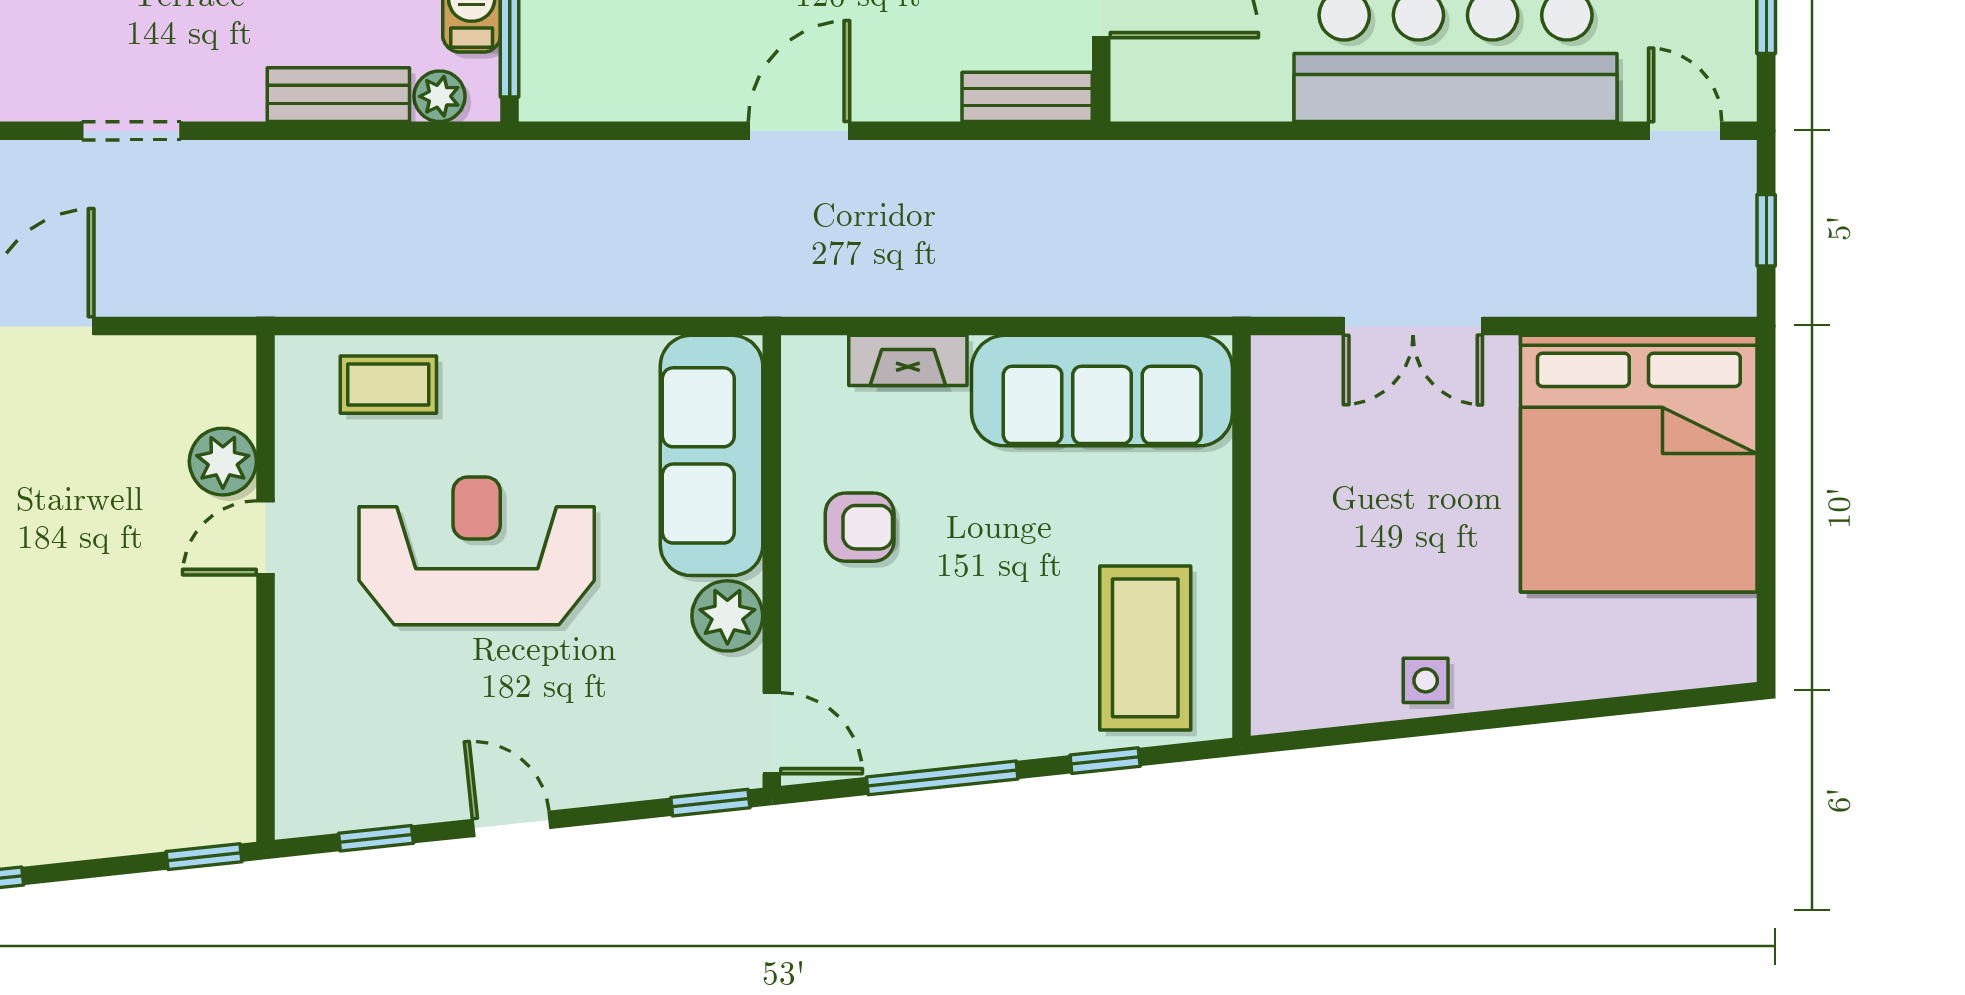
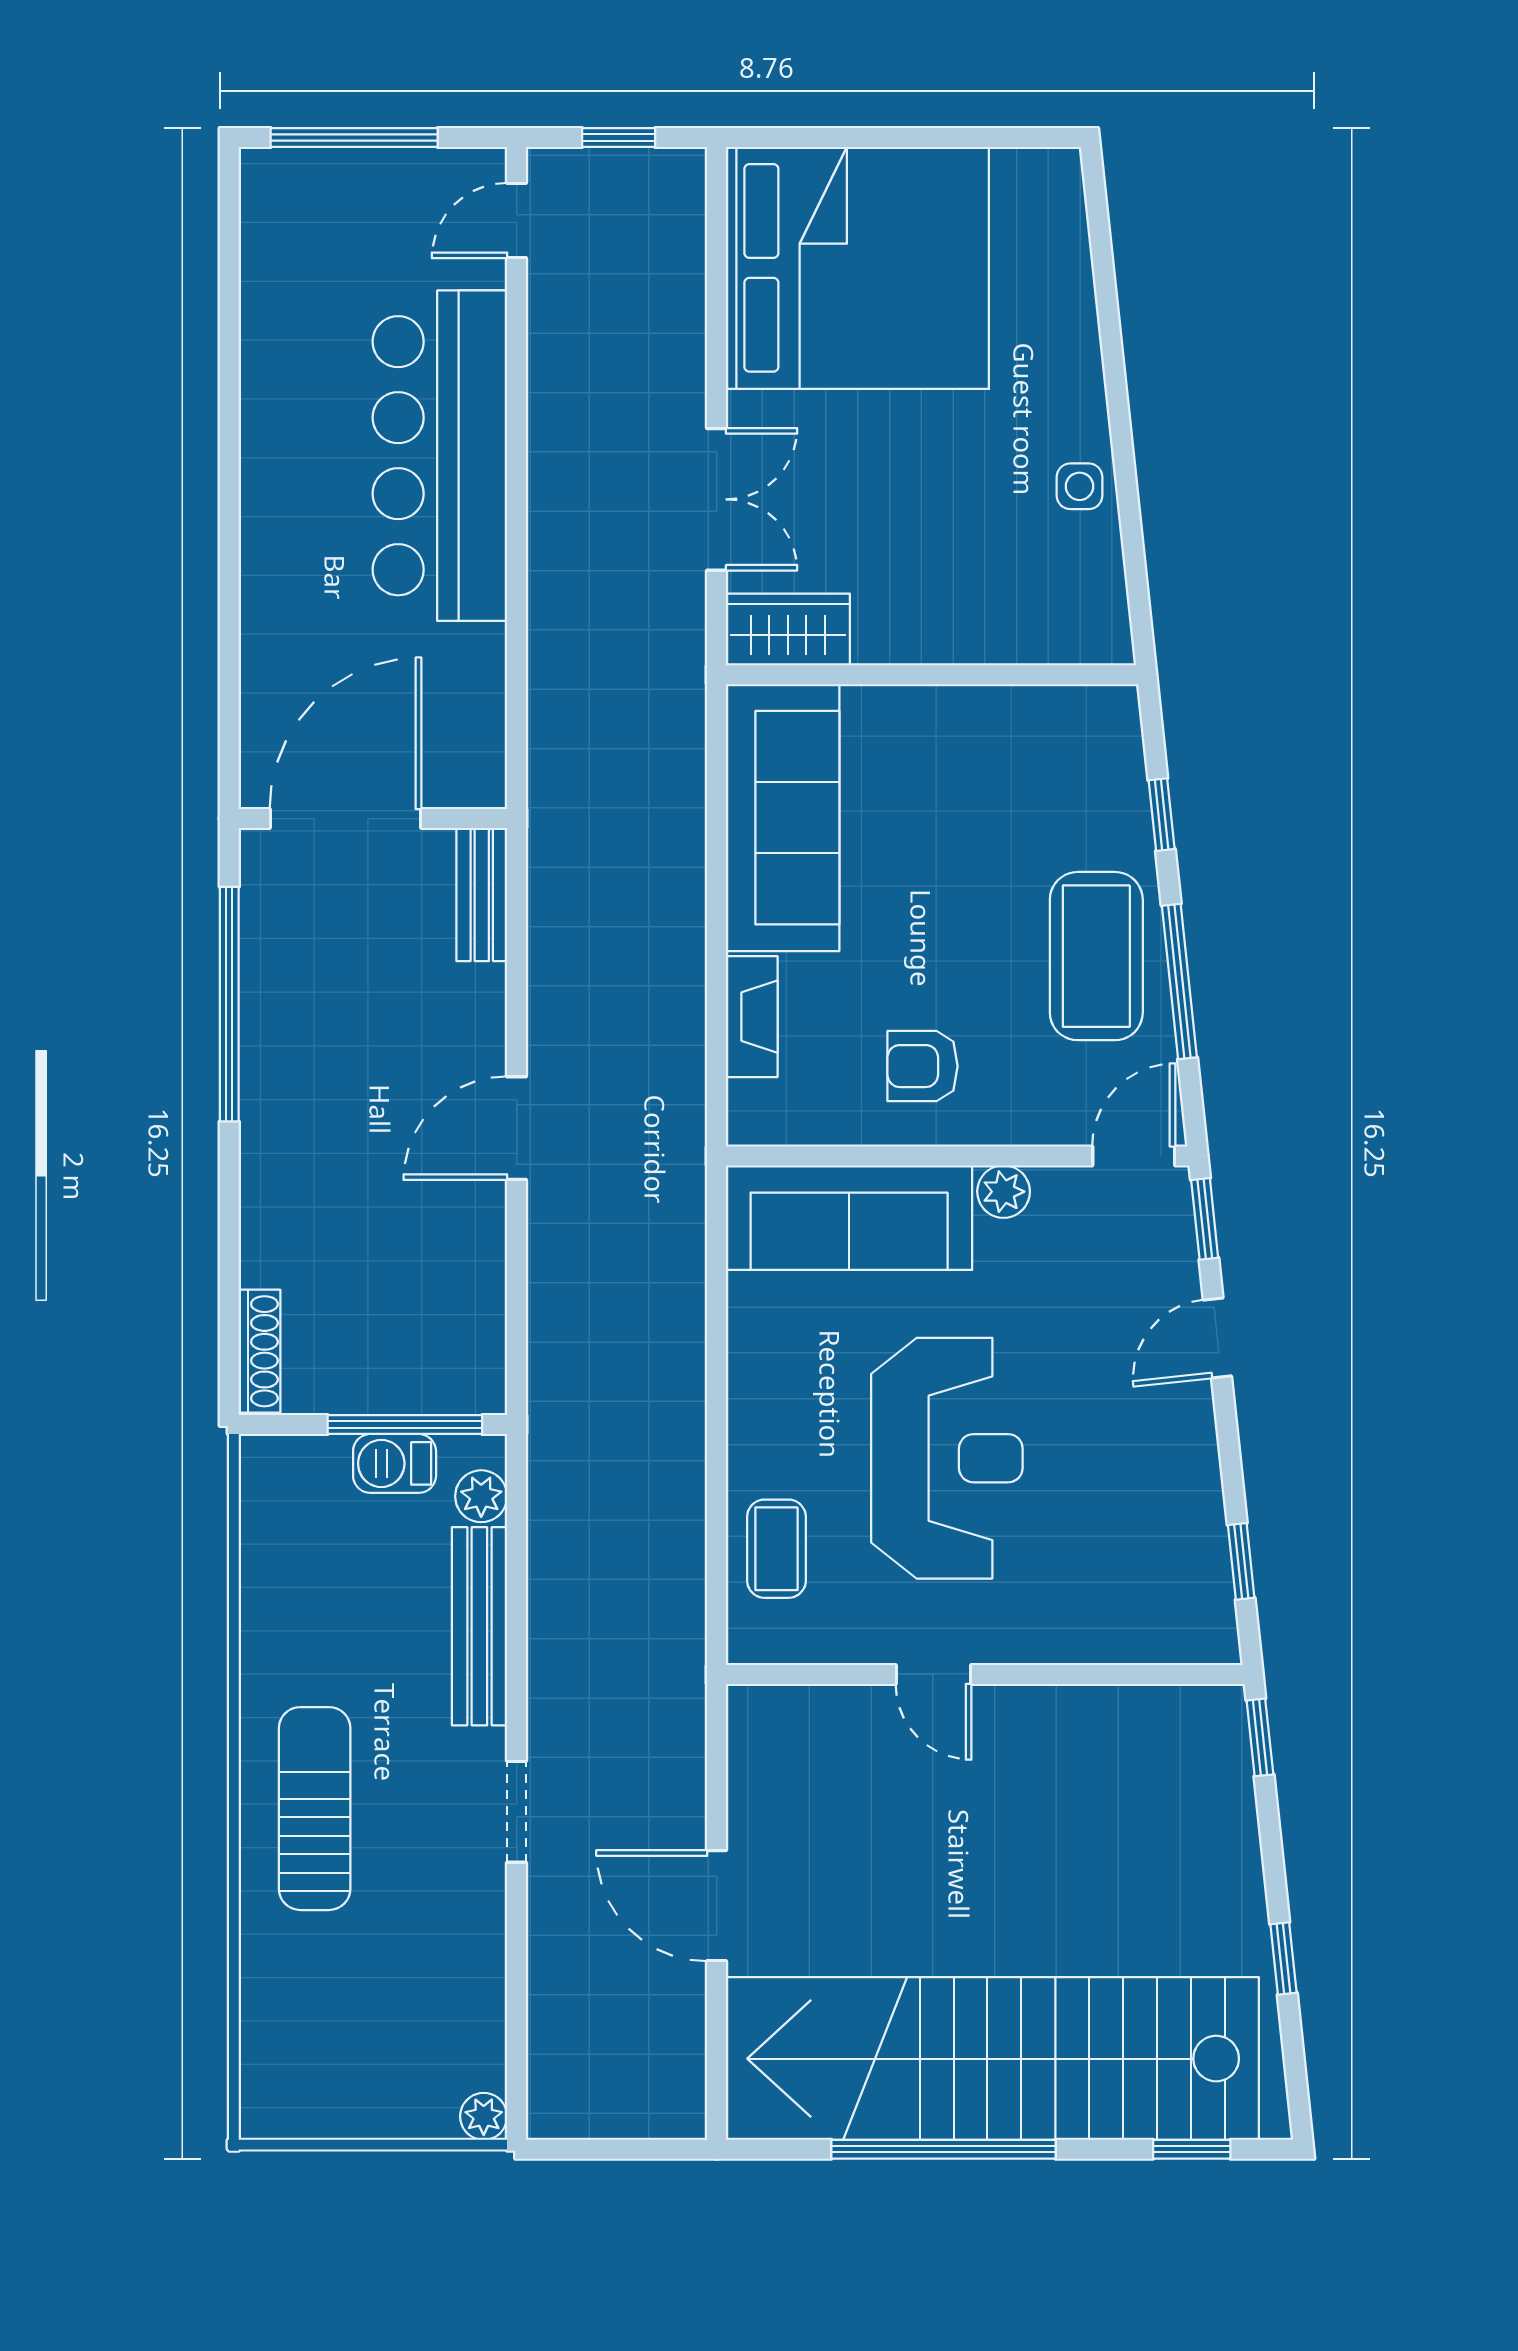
bench: (338, 95) -> (479, 1626), width x1.36
door: (799, 131) -> (517, 1128), hinge flipped
wardrobe: (1286, 396) -> (788, 630), added
plant: (223, 462) -> (855, 1718), removed
armchair: (860, 527) -> (923, 1066), turned -90
reception desk: (477, 551) -> (947, 1458), turned 180
plant: (727, 616) -> (1004, 1192), width x0.73, depth x0.73
coffee table: (1145, 648) -> (1096, 956), moved, turned 90
door: (512, 824) -> (1217, 1338), moved

